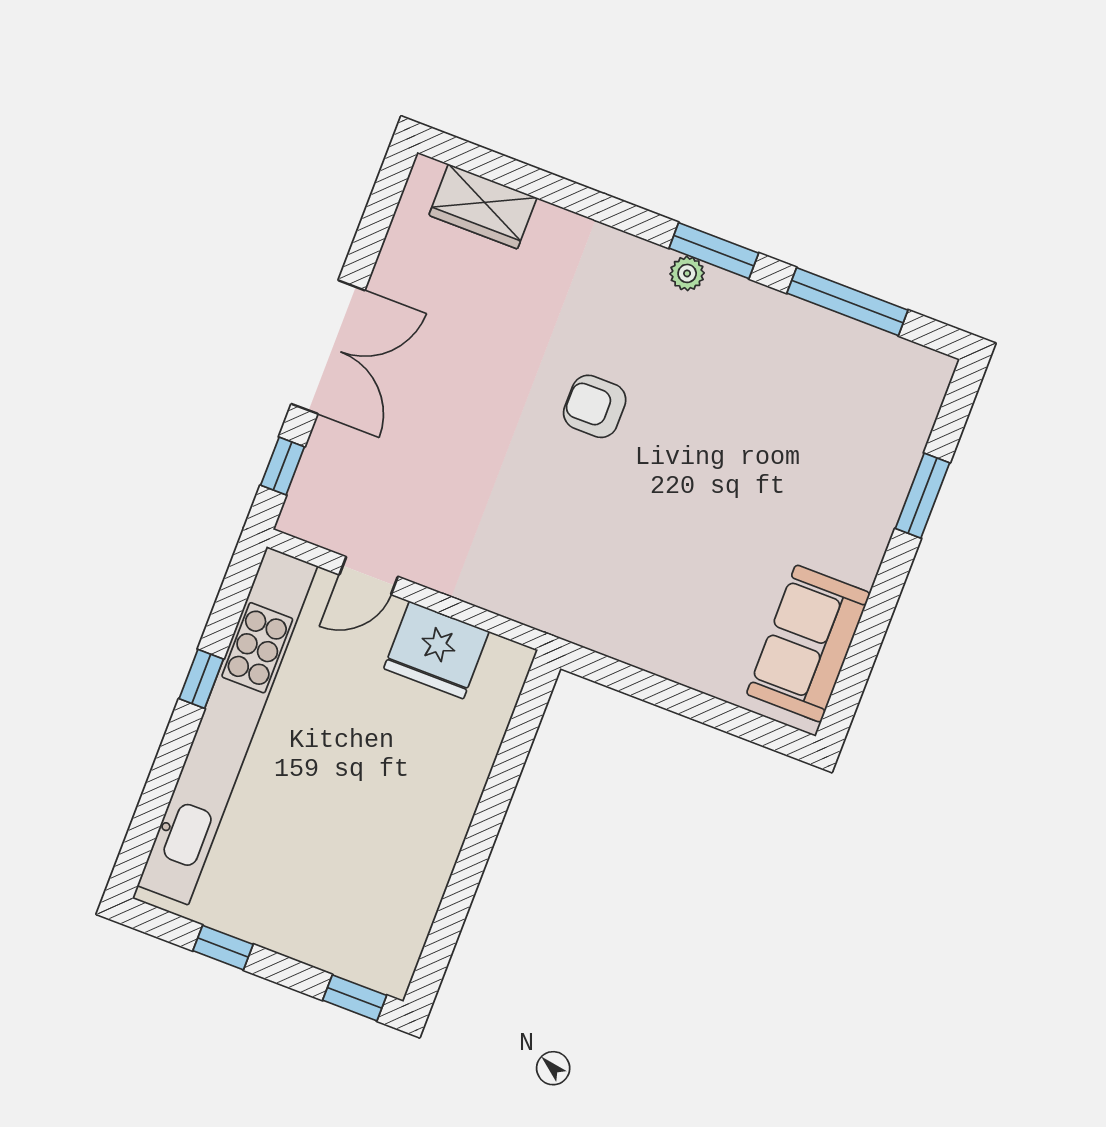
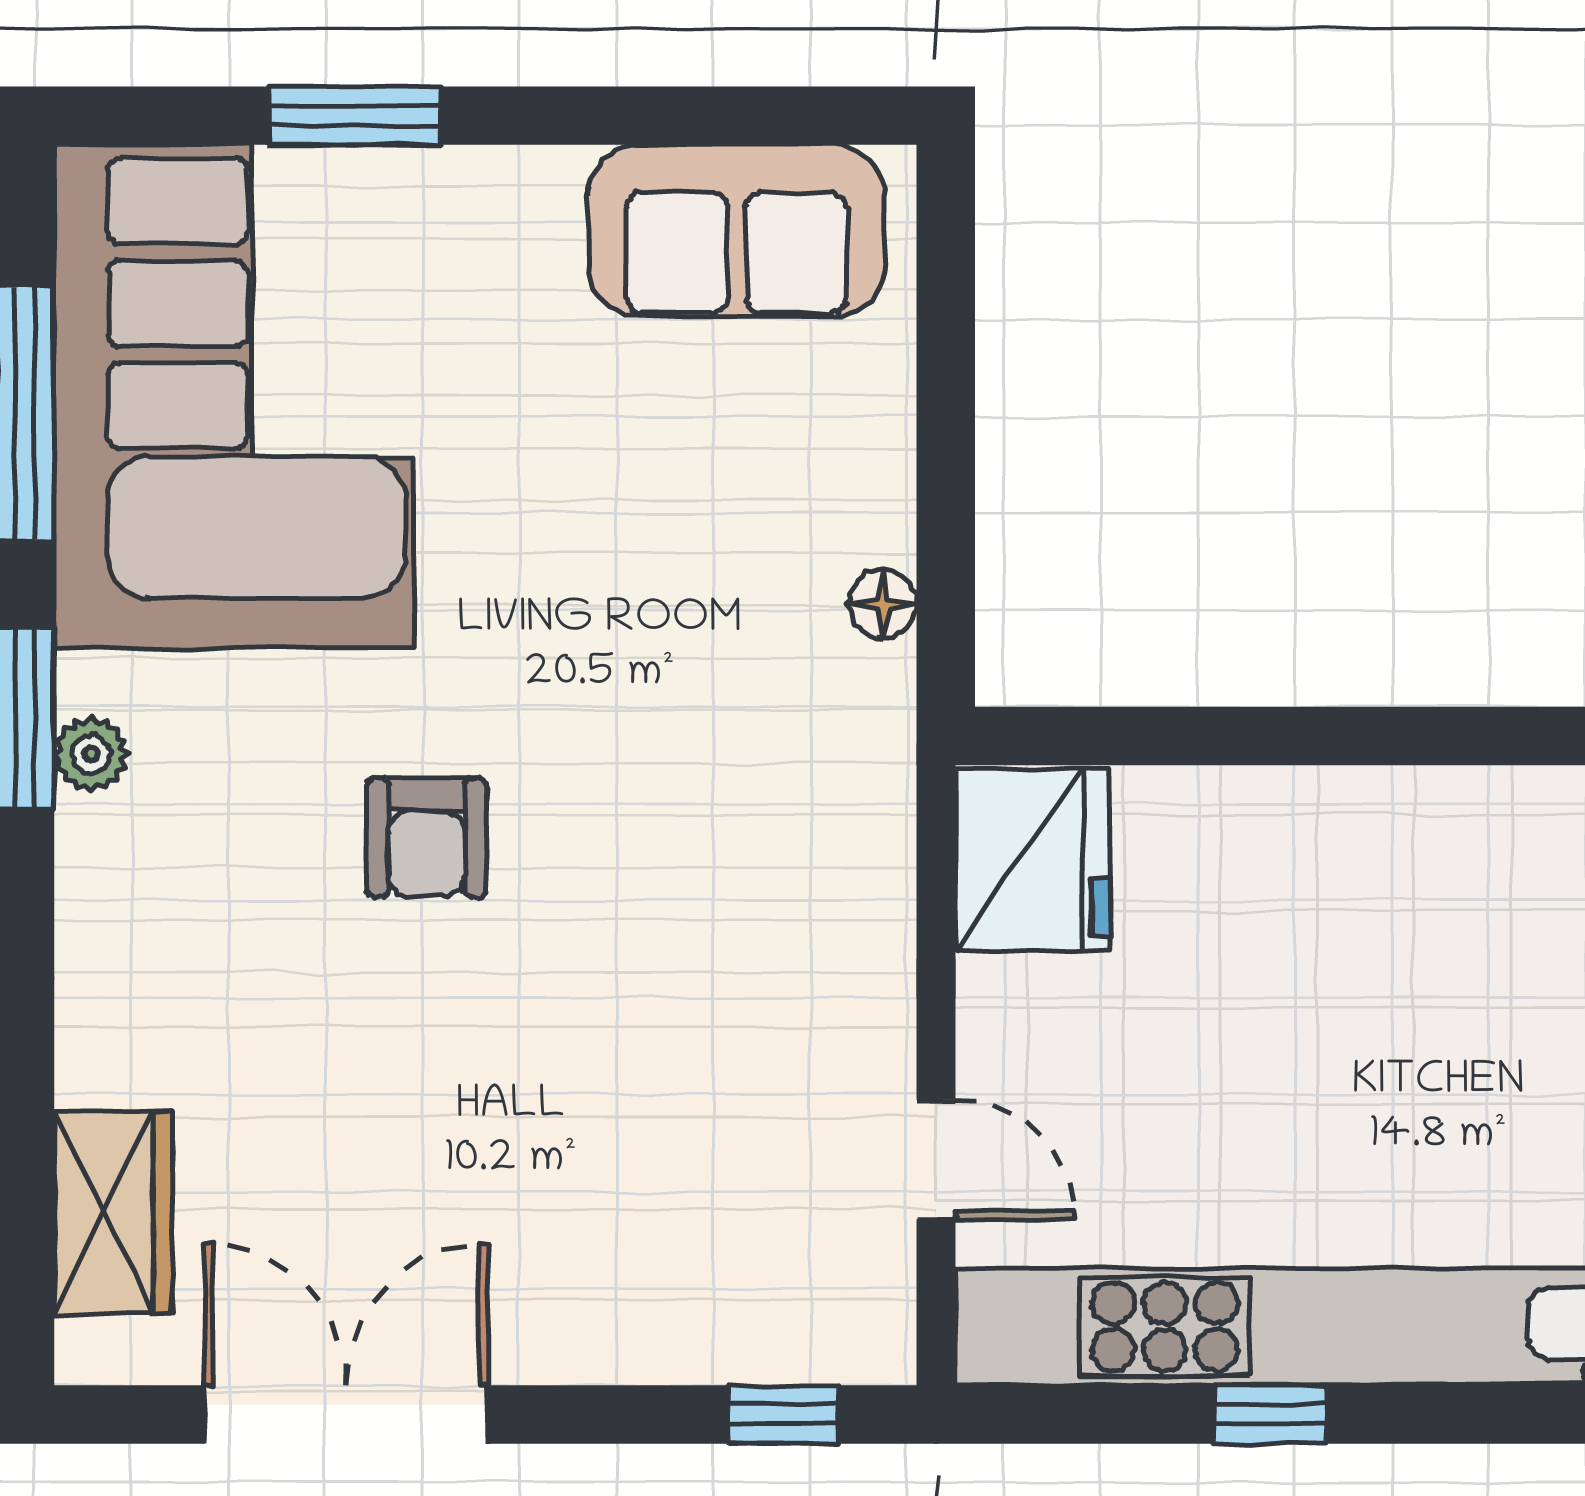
double door: (328, 347) -> (346, 1414), moved
corner sofa: (820, 396) -> (233, 397), added
floor lamp: (621, 645) -> (883, 604), added
fridge: (436, 650) -> (1033, 860), moved

